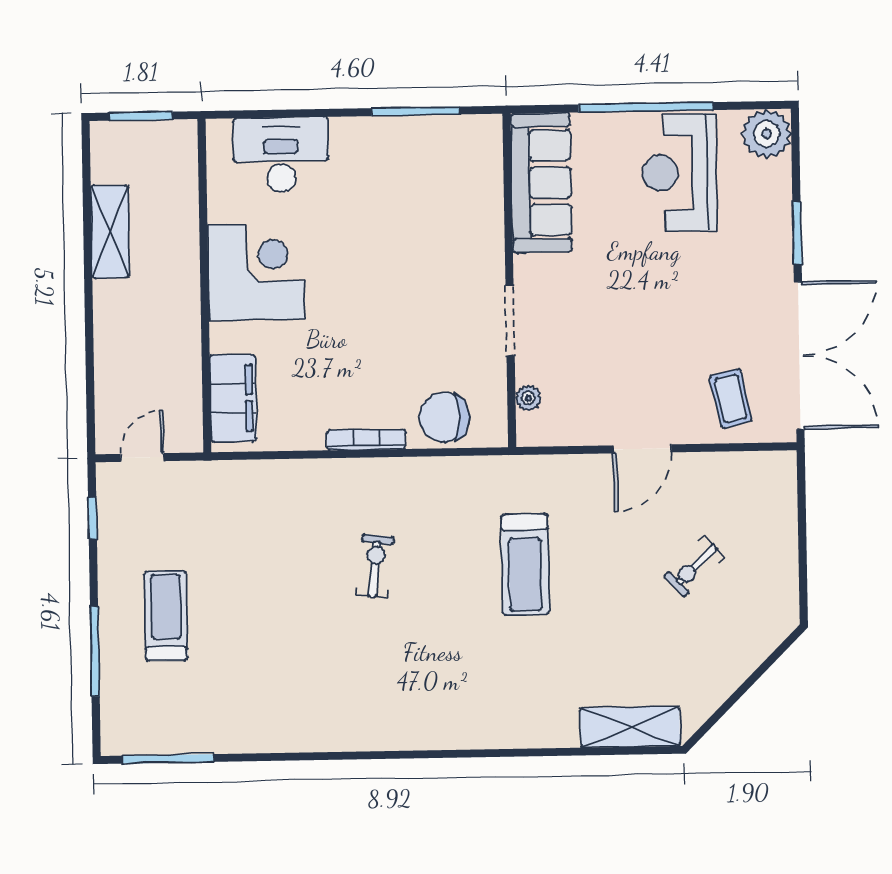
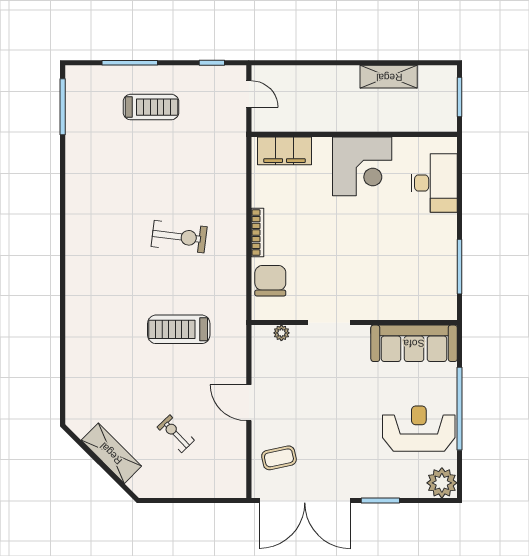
exercise bike: (375, 566) -> (179, 237), width x1.38, depth x1.39
shelving: (630, 727) -> (111, 453), moved, turned -45

